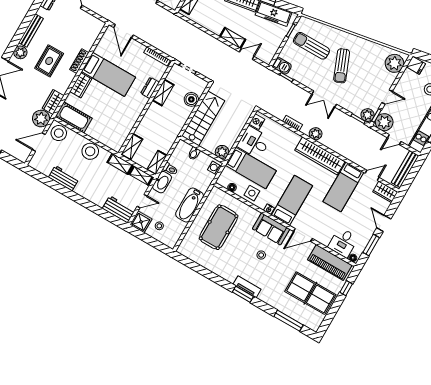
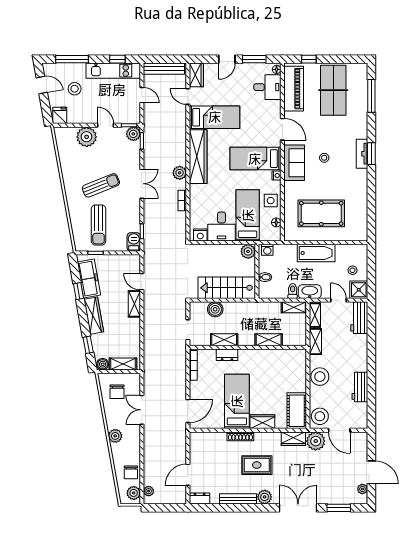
plant: (394, 63) -> (87, 137), moved
plant: (384, 122) -> (131, 114), removed
shelving: (132, 147) -> (269, 340), moved

